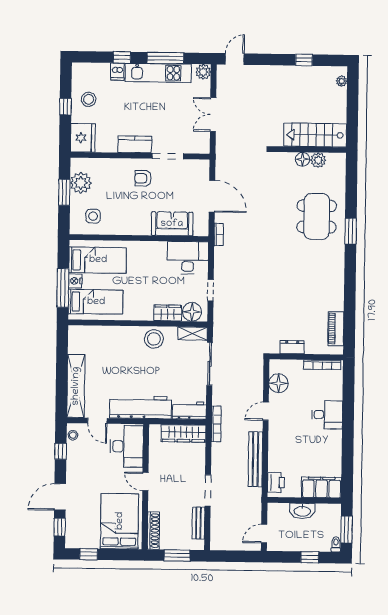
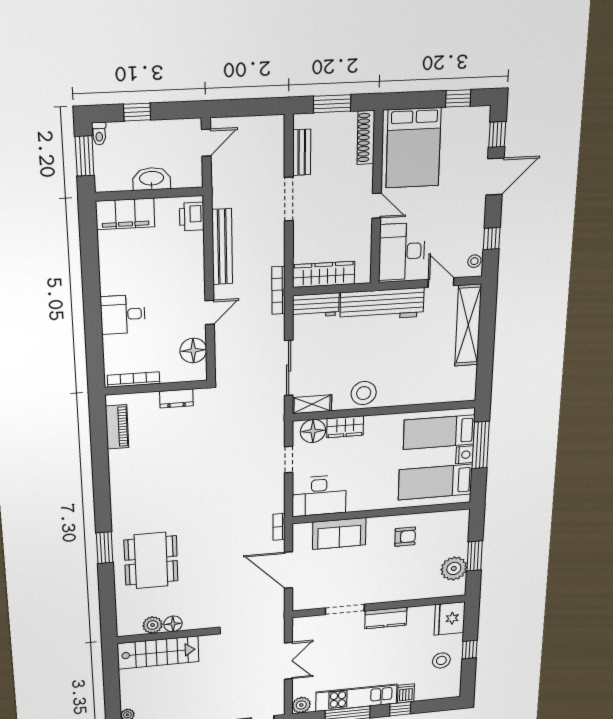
armchair: (143, 178) -> (405, 537), moved
side table: (93, 216) -> (440, 532), removed

